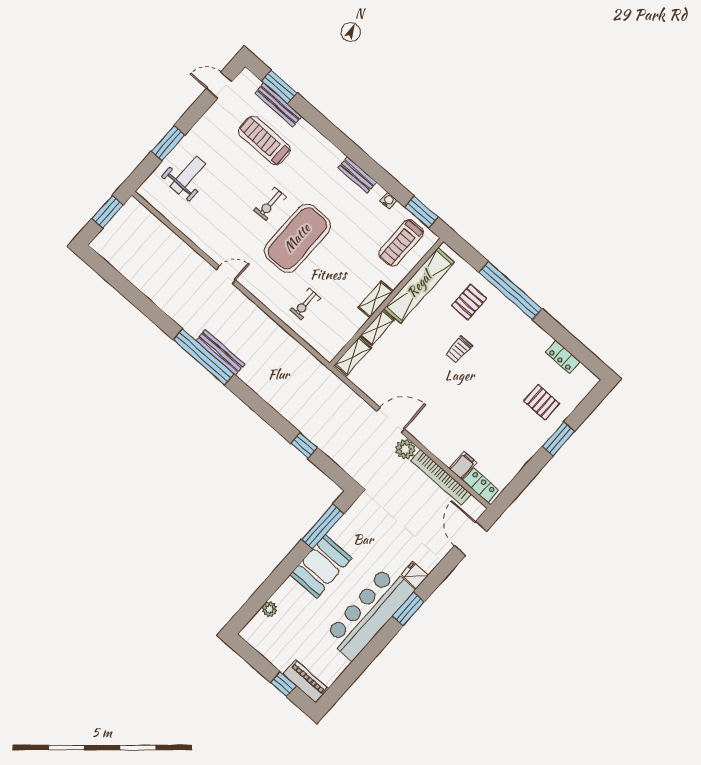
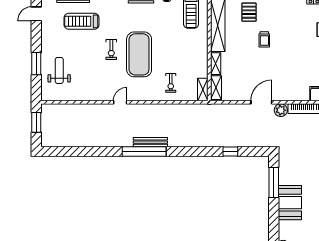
shelving: (376, 299) -> (203, 90), moved

